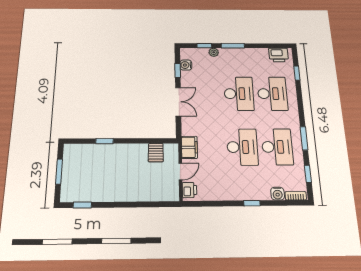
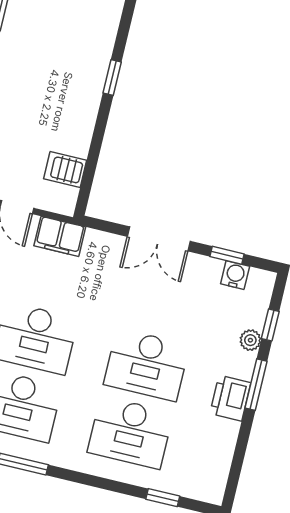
printer: (279, 55) -> (230, 398), moved

